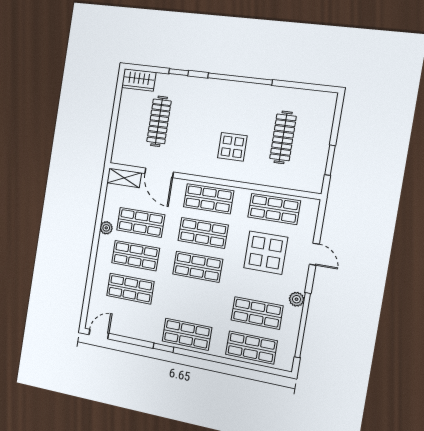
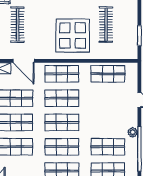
display table: (232, 147) -> (73, 36), width x1.86, depth x1.86
display table: (266, 253) -> (107, 104), removed
shop shelf: (192, 301) -> (62, 147), added

